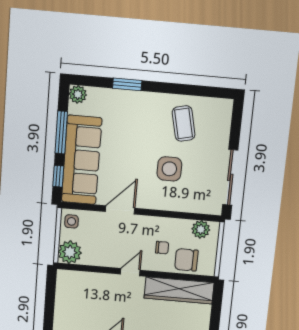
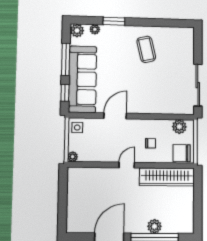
plant: (101, 94) -> (95, 29), added
coffee table: (184, 123) -> (146, 49), moved
side table: (169, 169) -> (151, 82), removed
plant: (70, 252) -> (73, 157), width x0.53, depth x0.53
chair: (186, 260) -> (182, 153), moved

